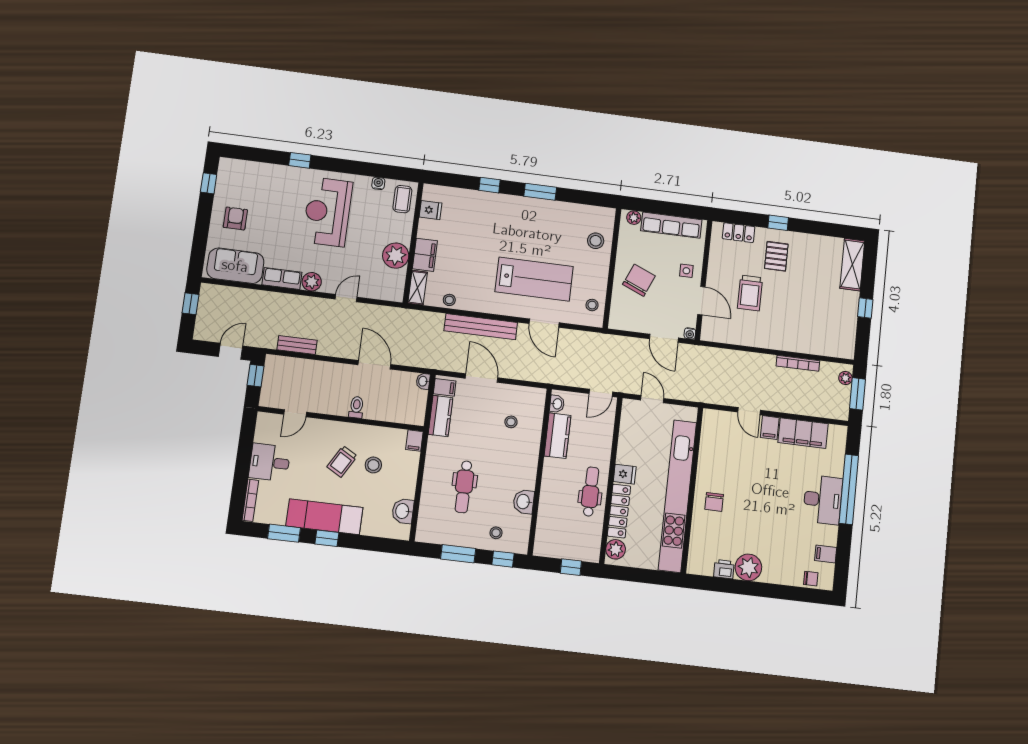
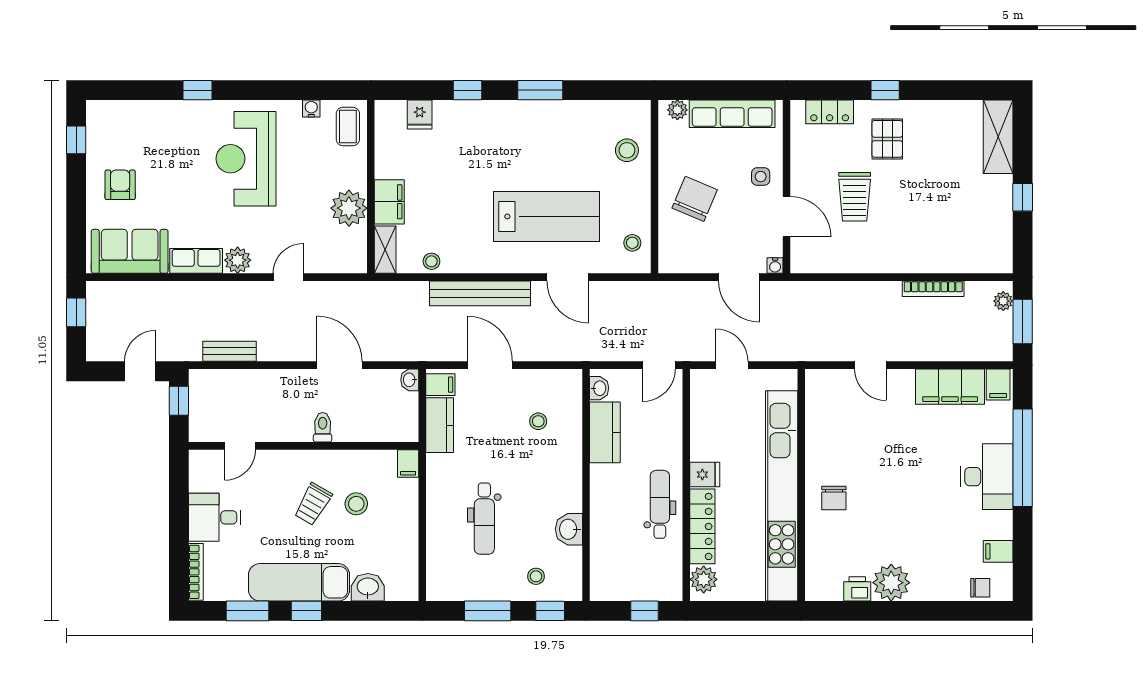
fridge: (430, 210) -> (420, 114), moved, turned 90
filing cabinet: (770, 428) -> (998, 385), moved
washbasin: (403, 511) -> (368, 587), moved, turned 90

